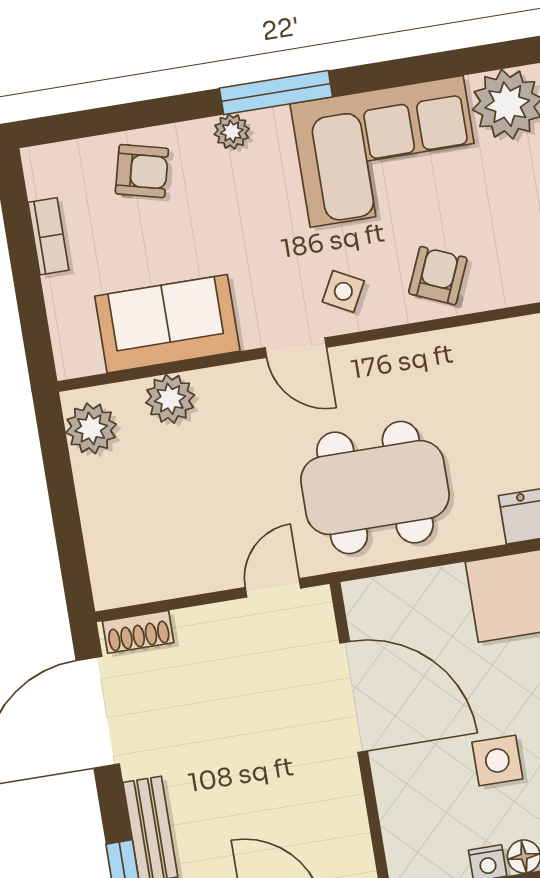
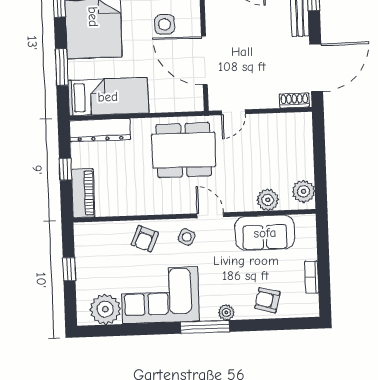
side table: (497, 761) -> (165, 24), moved

